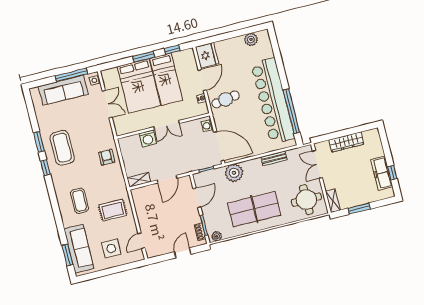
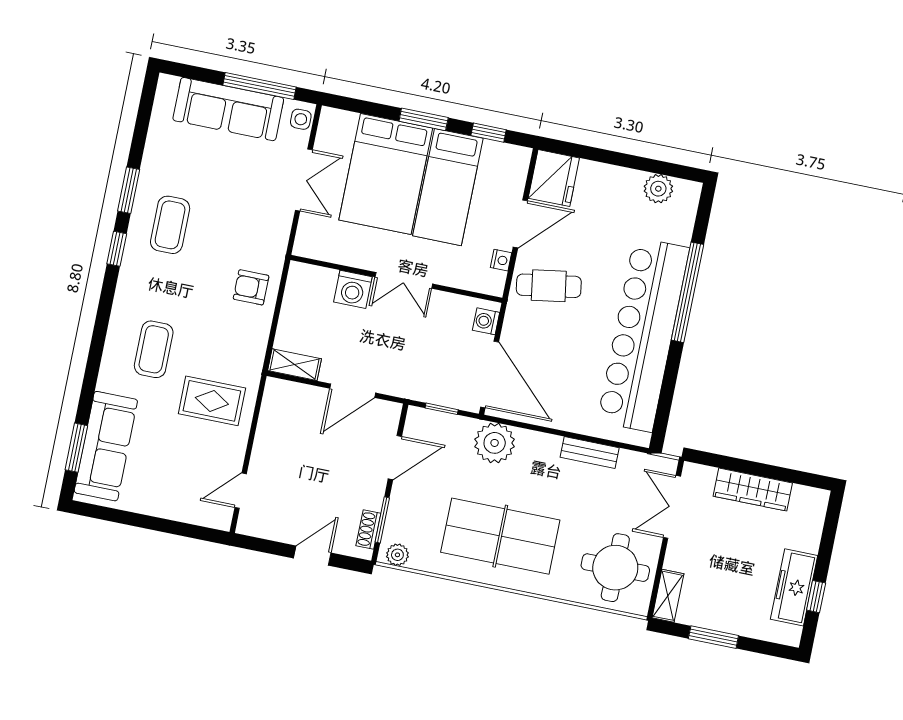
window: (291, 111) -> (687, 292), moved
coffee table: (62, 148) -> (170, 225), width x0.73, depth x0.76
armchair: (107, 157) -> (251, 287), turned -90
side table: (111, 248) -> (172, 477), removed

